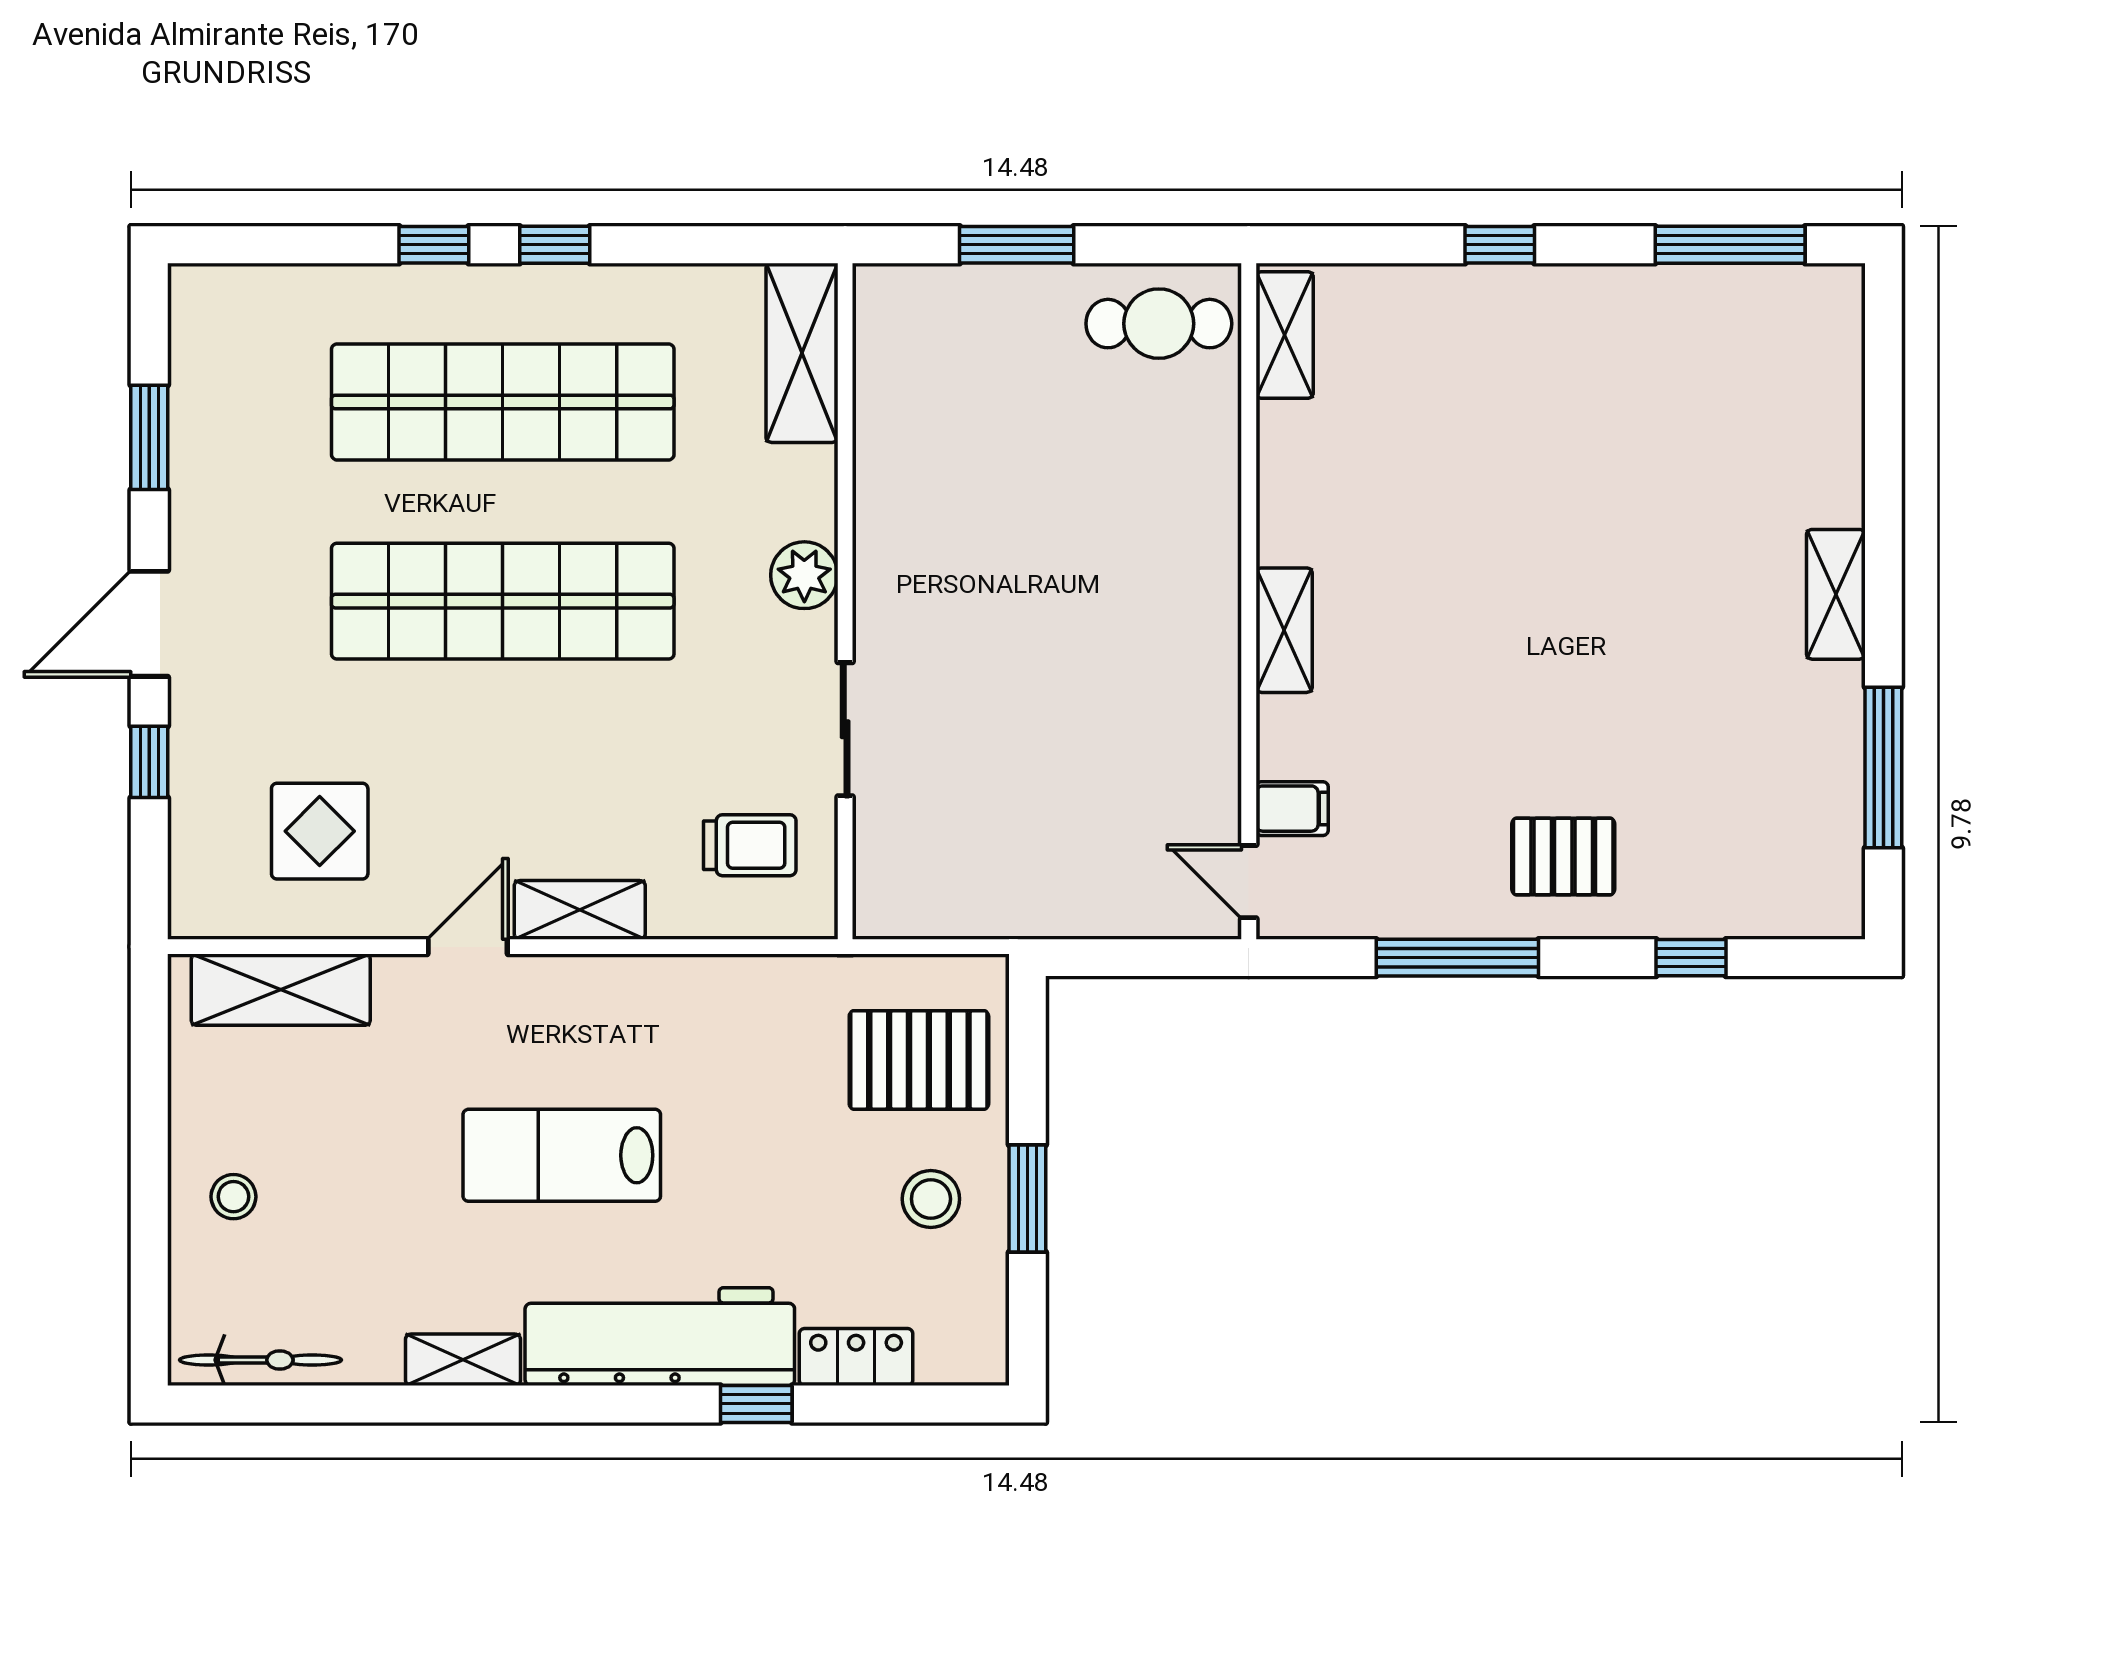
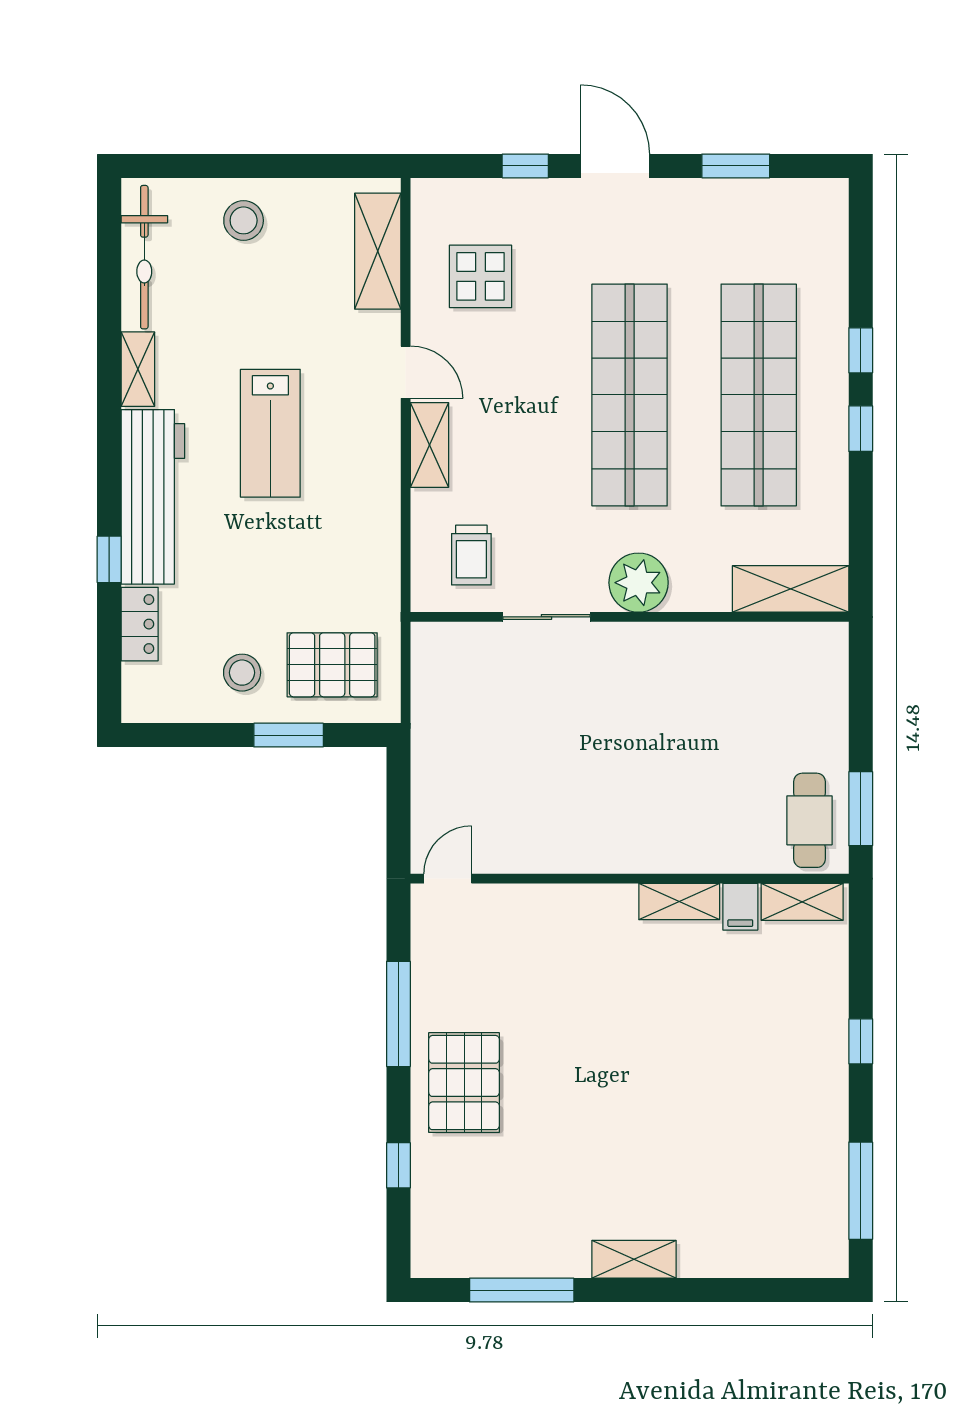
window: (1017, 245) -> (861, 809), moved
plant: (804, 575) -> (639, 583), width x1.36, depth x1.36
shelving: (1284, 630) -> (679, 902), moved
filing cabinet: (1292, 809) -> (740, 907), moved
pallet: (1563, 857) -> (464, 1083), width x1.50, depth x1.42
pallet: (919, 1060) -> (332, 665), turned 90
lab bench: (562, 1155) -> (270, 433), turned 180
stool: (233, 1197) -> (244, 220), width x1.37, depth x1.37
window: (1027, 1198) -> (289, 735), moved
bicycle: (260, 1360) -> (144, 257), width x1.37, depth x1.40

